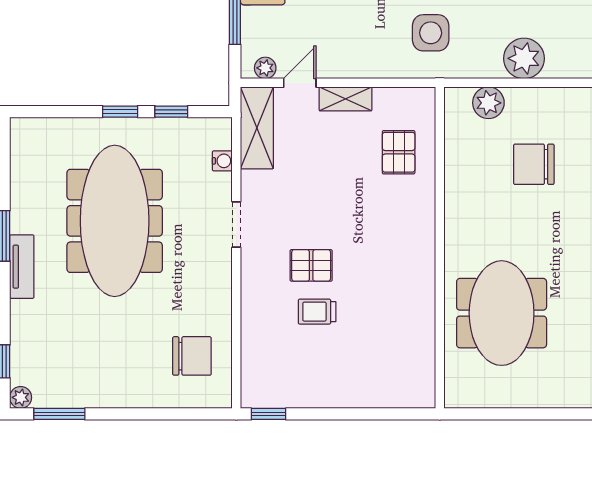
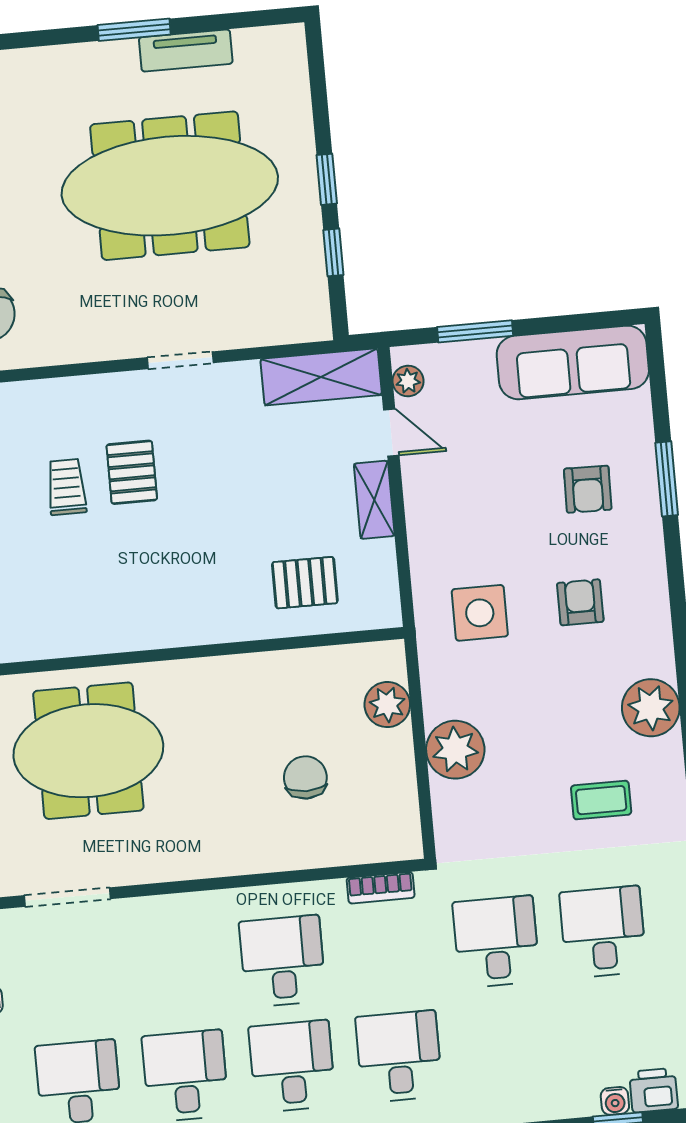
water cooler: (222, 161) -> (270, 332), removed
chair: (534, 164) -> (305, 777), width x0.73, depth x0.73
tv unit: (22, 267) -> (186, 50), moved

